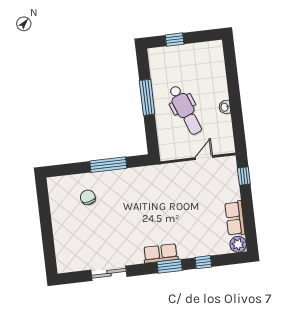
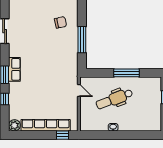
door: (204, 158) -> (79, 90), moved
row of seats: (235, 218) -> (46, 125), width x2.02

